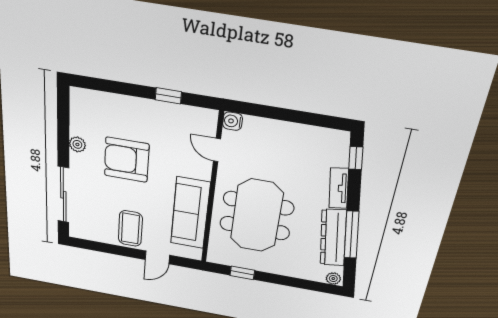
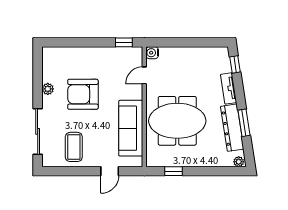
window: (168, 96) -> (124, 42), moved
door: (217, 150) -> (144, 75), hinge flipped
meeting table: (257, 216) -> (177, 121), turned 90
coffee table: (130, 229) -> (74, 147), moved
window: (352, 235) -> (244, 123), width x0.69

